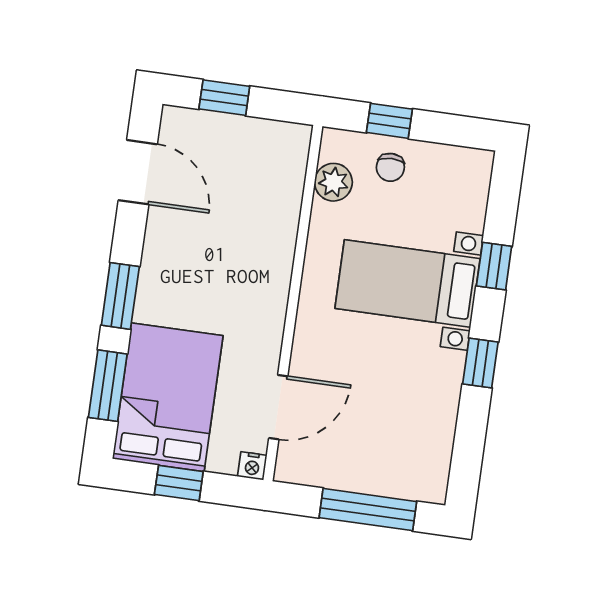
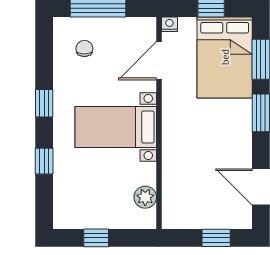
window: (389, 121) -> (96, 238), moved
chair: (390, 167) -> (84, 48), moved
bed with nightstands: (408, 283) -> (116, 127), moved, turned 180

